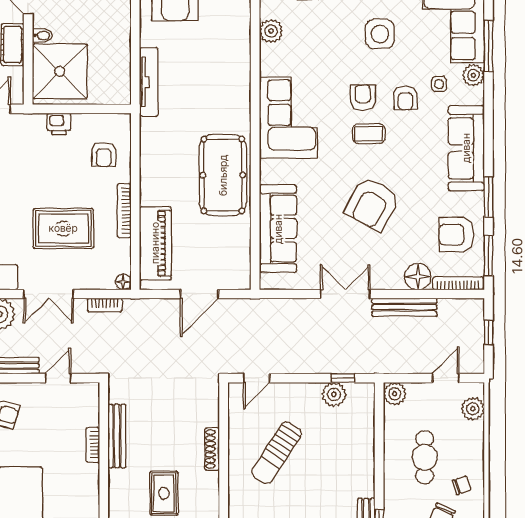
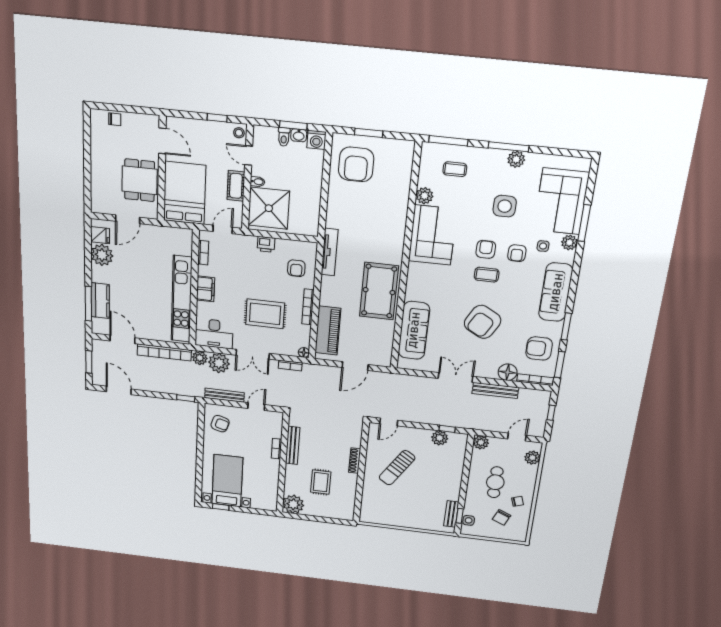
tv unit: (149, 82) -> (330, 252), moved
corner sofa: (288, 118) -> (433, 235), moved

